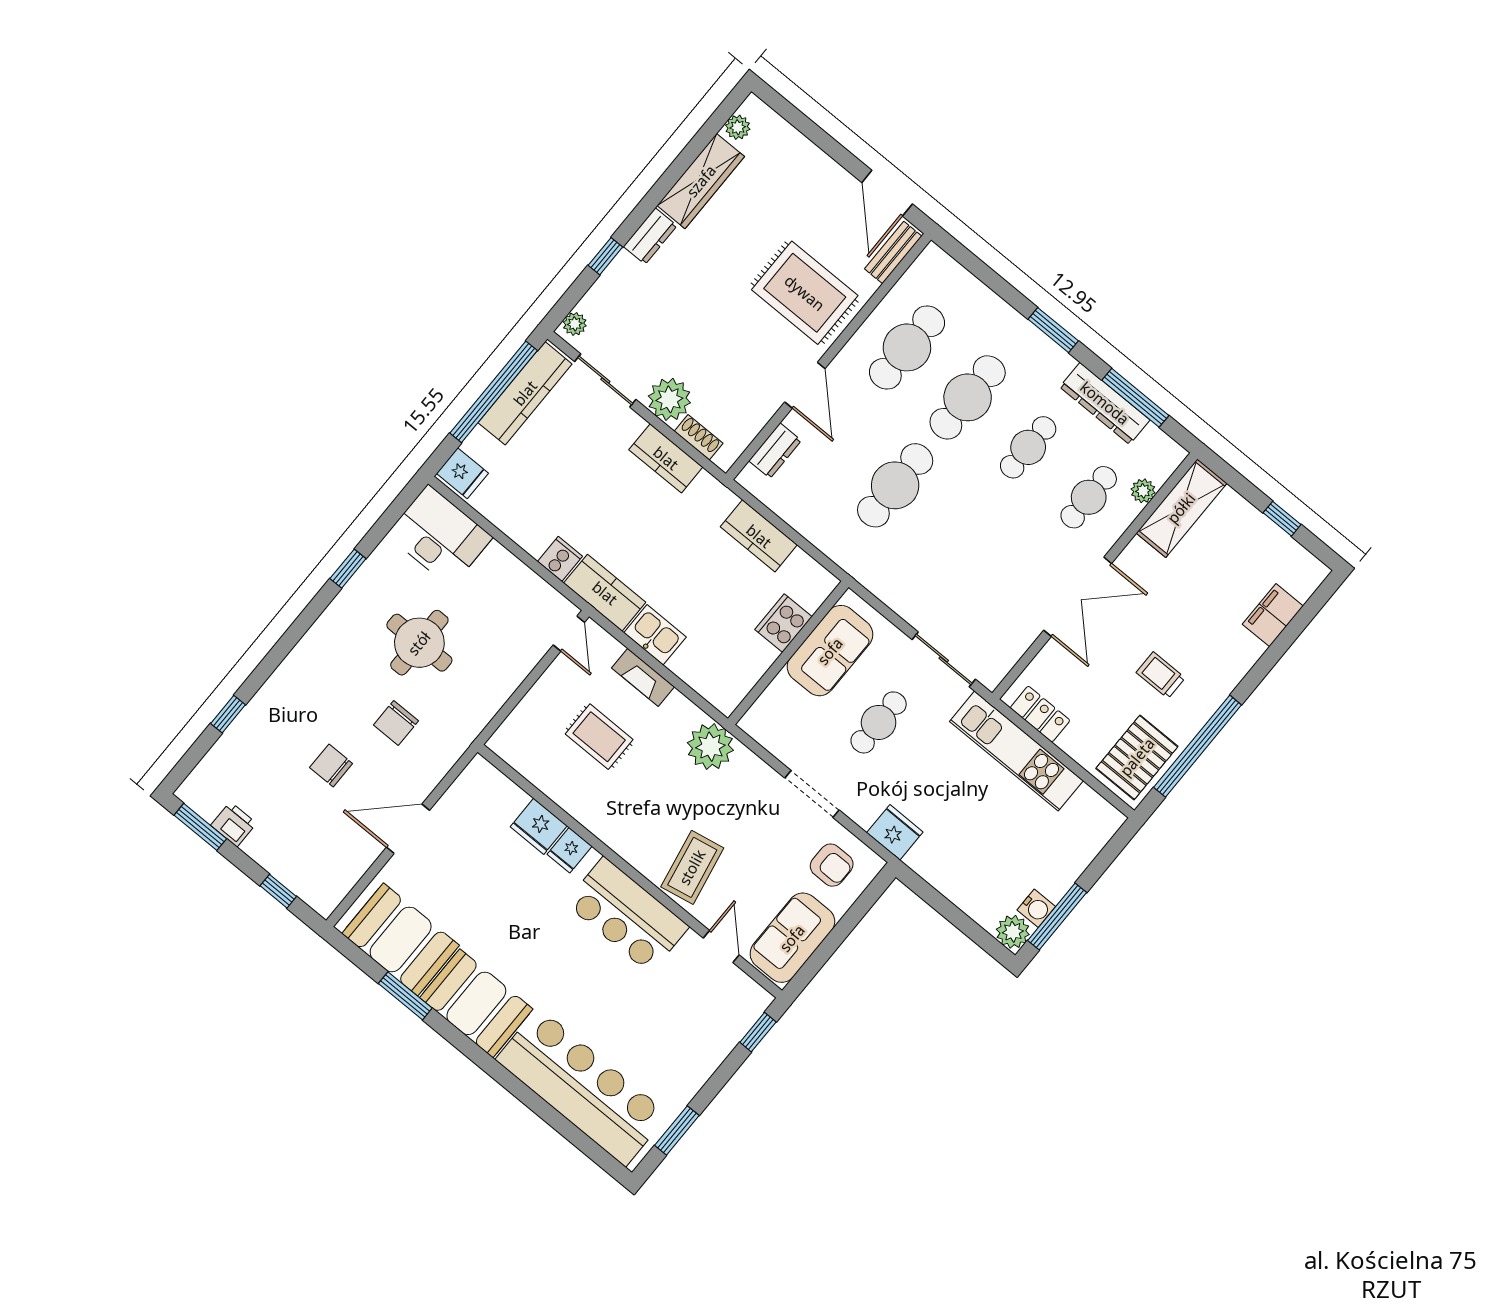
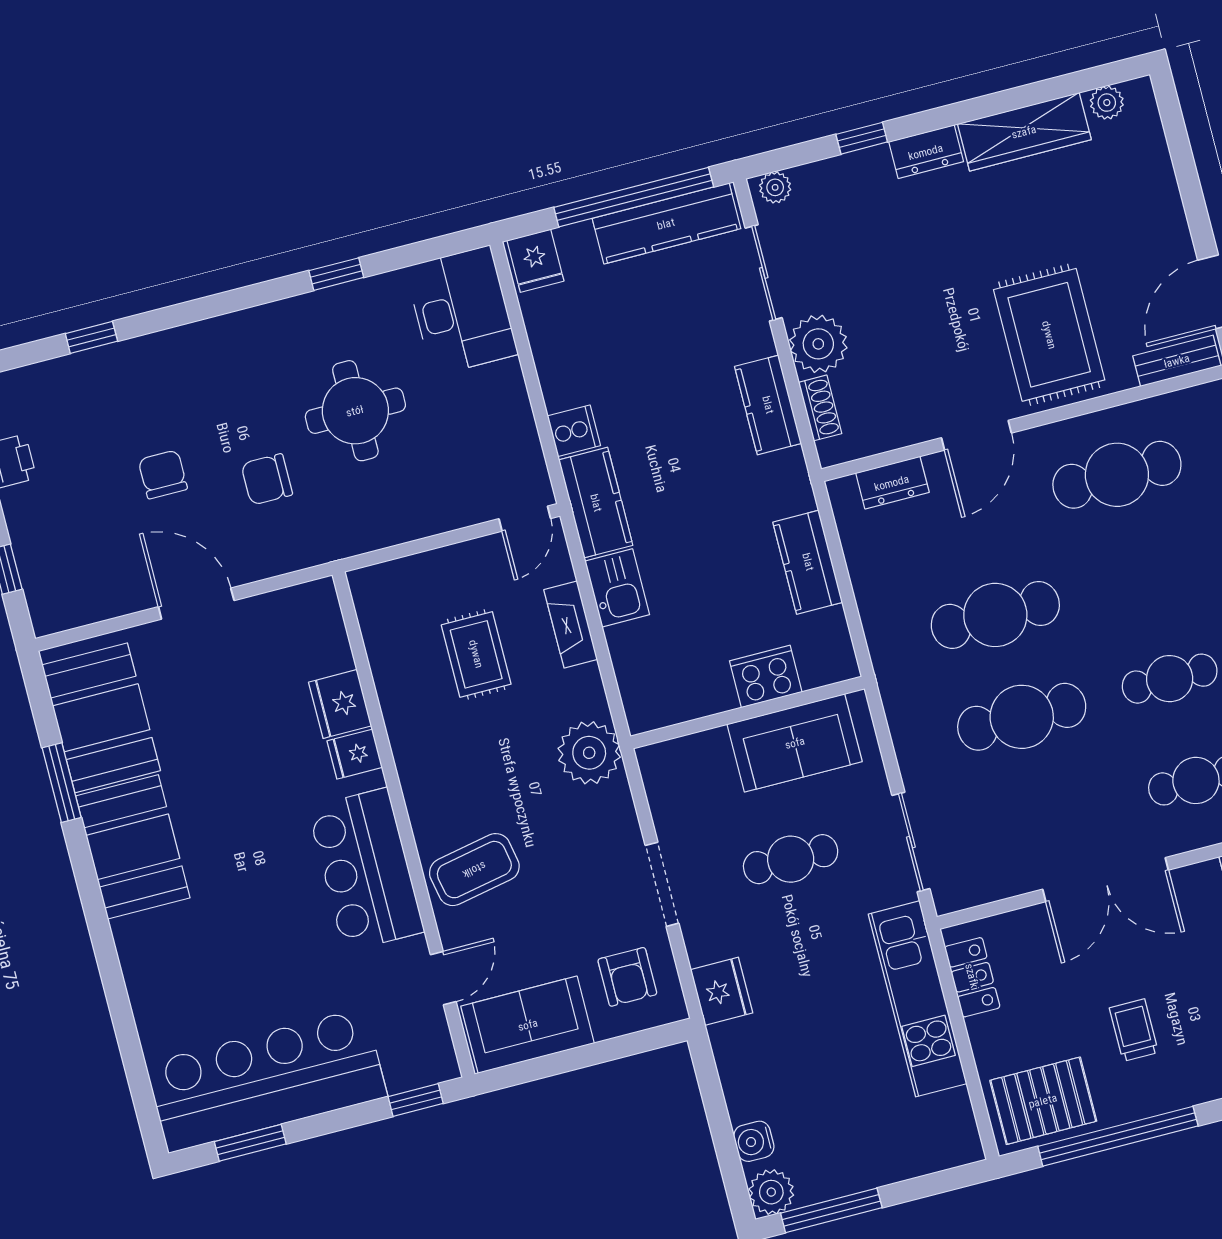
cafe table: (968, 397) -> (1022, 717), moved
water cooler: (1036, 908) -> (754, 1141), moved, turned 90
bar counter: (582, 1087) -> (266, 1080), moved, turned -90

